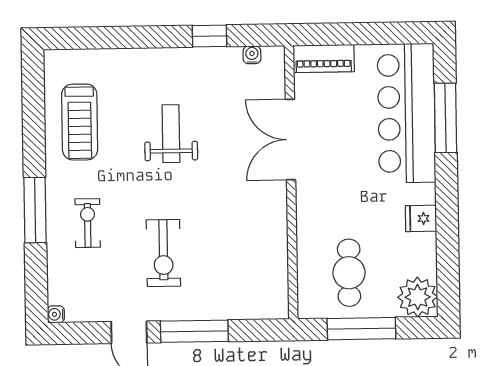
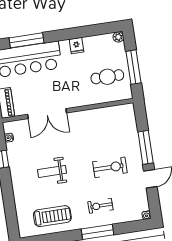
plant: (418, 297) -> (118, 37), width x0.53, depth x0.53

